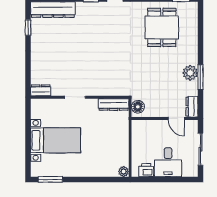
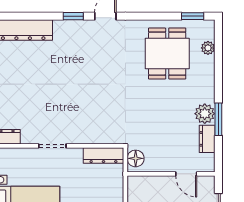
plant: (193, 23) -> (208, 48), added
dresser: (192, 107) -> (207, 139), moved

